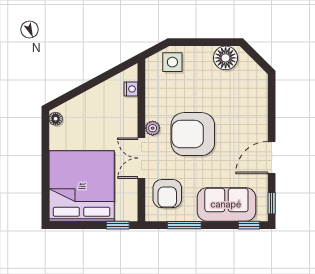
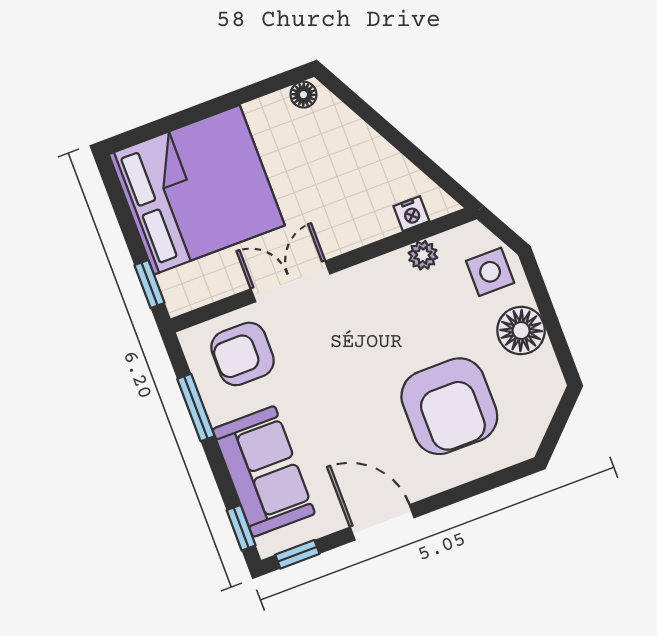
floor lamp: (226, 58) -> (521, 331), moved
plant: (153, 128) -> (423, 255), moved
armchair: (193, 134) -> (449, 406), moved, turned 180

